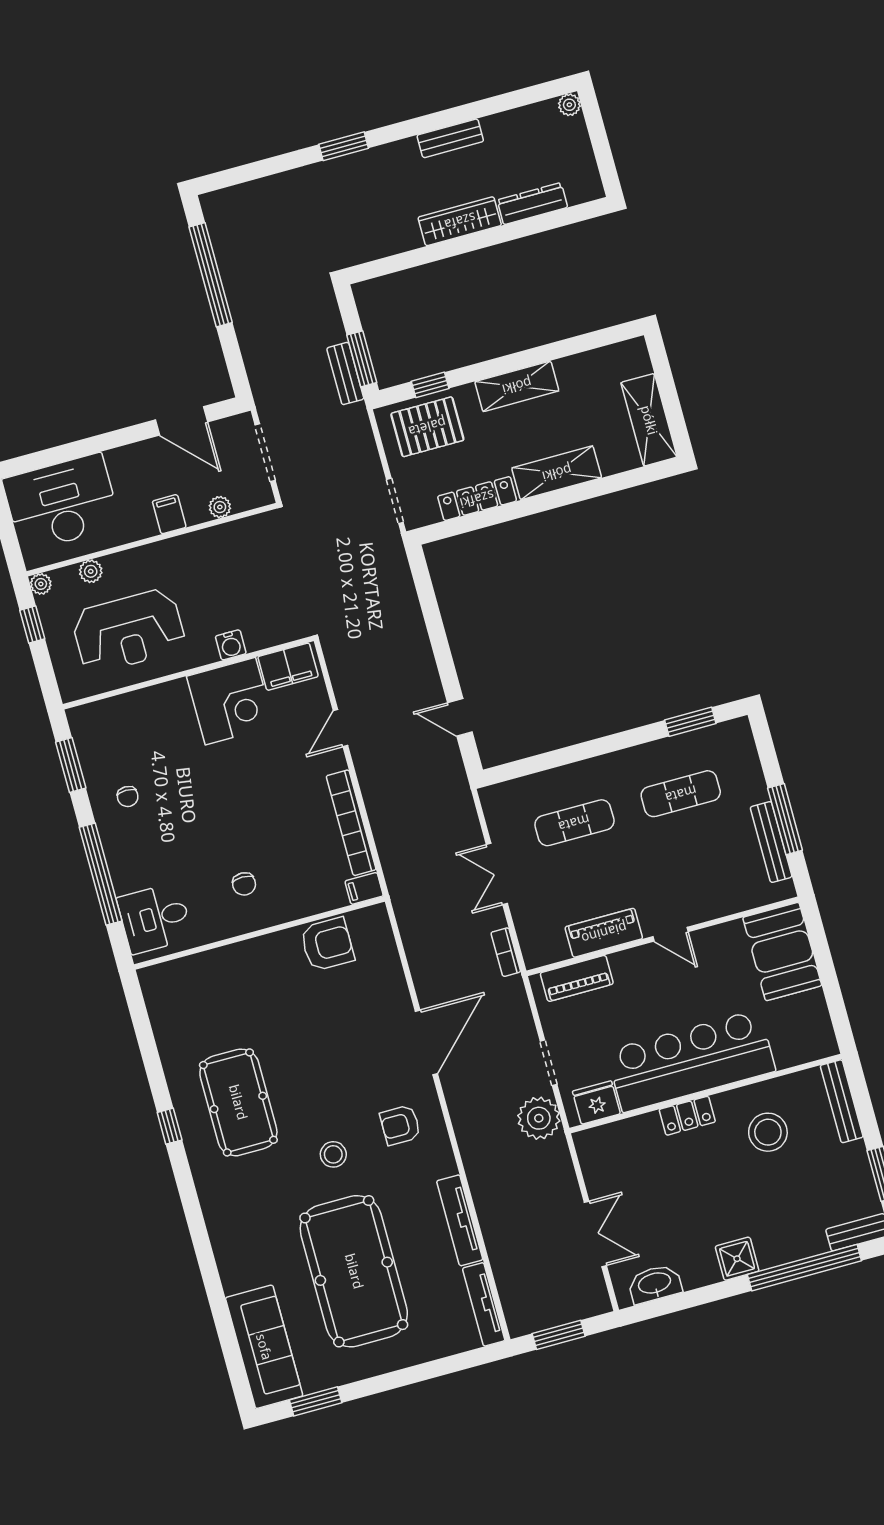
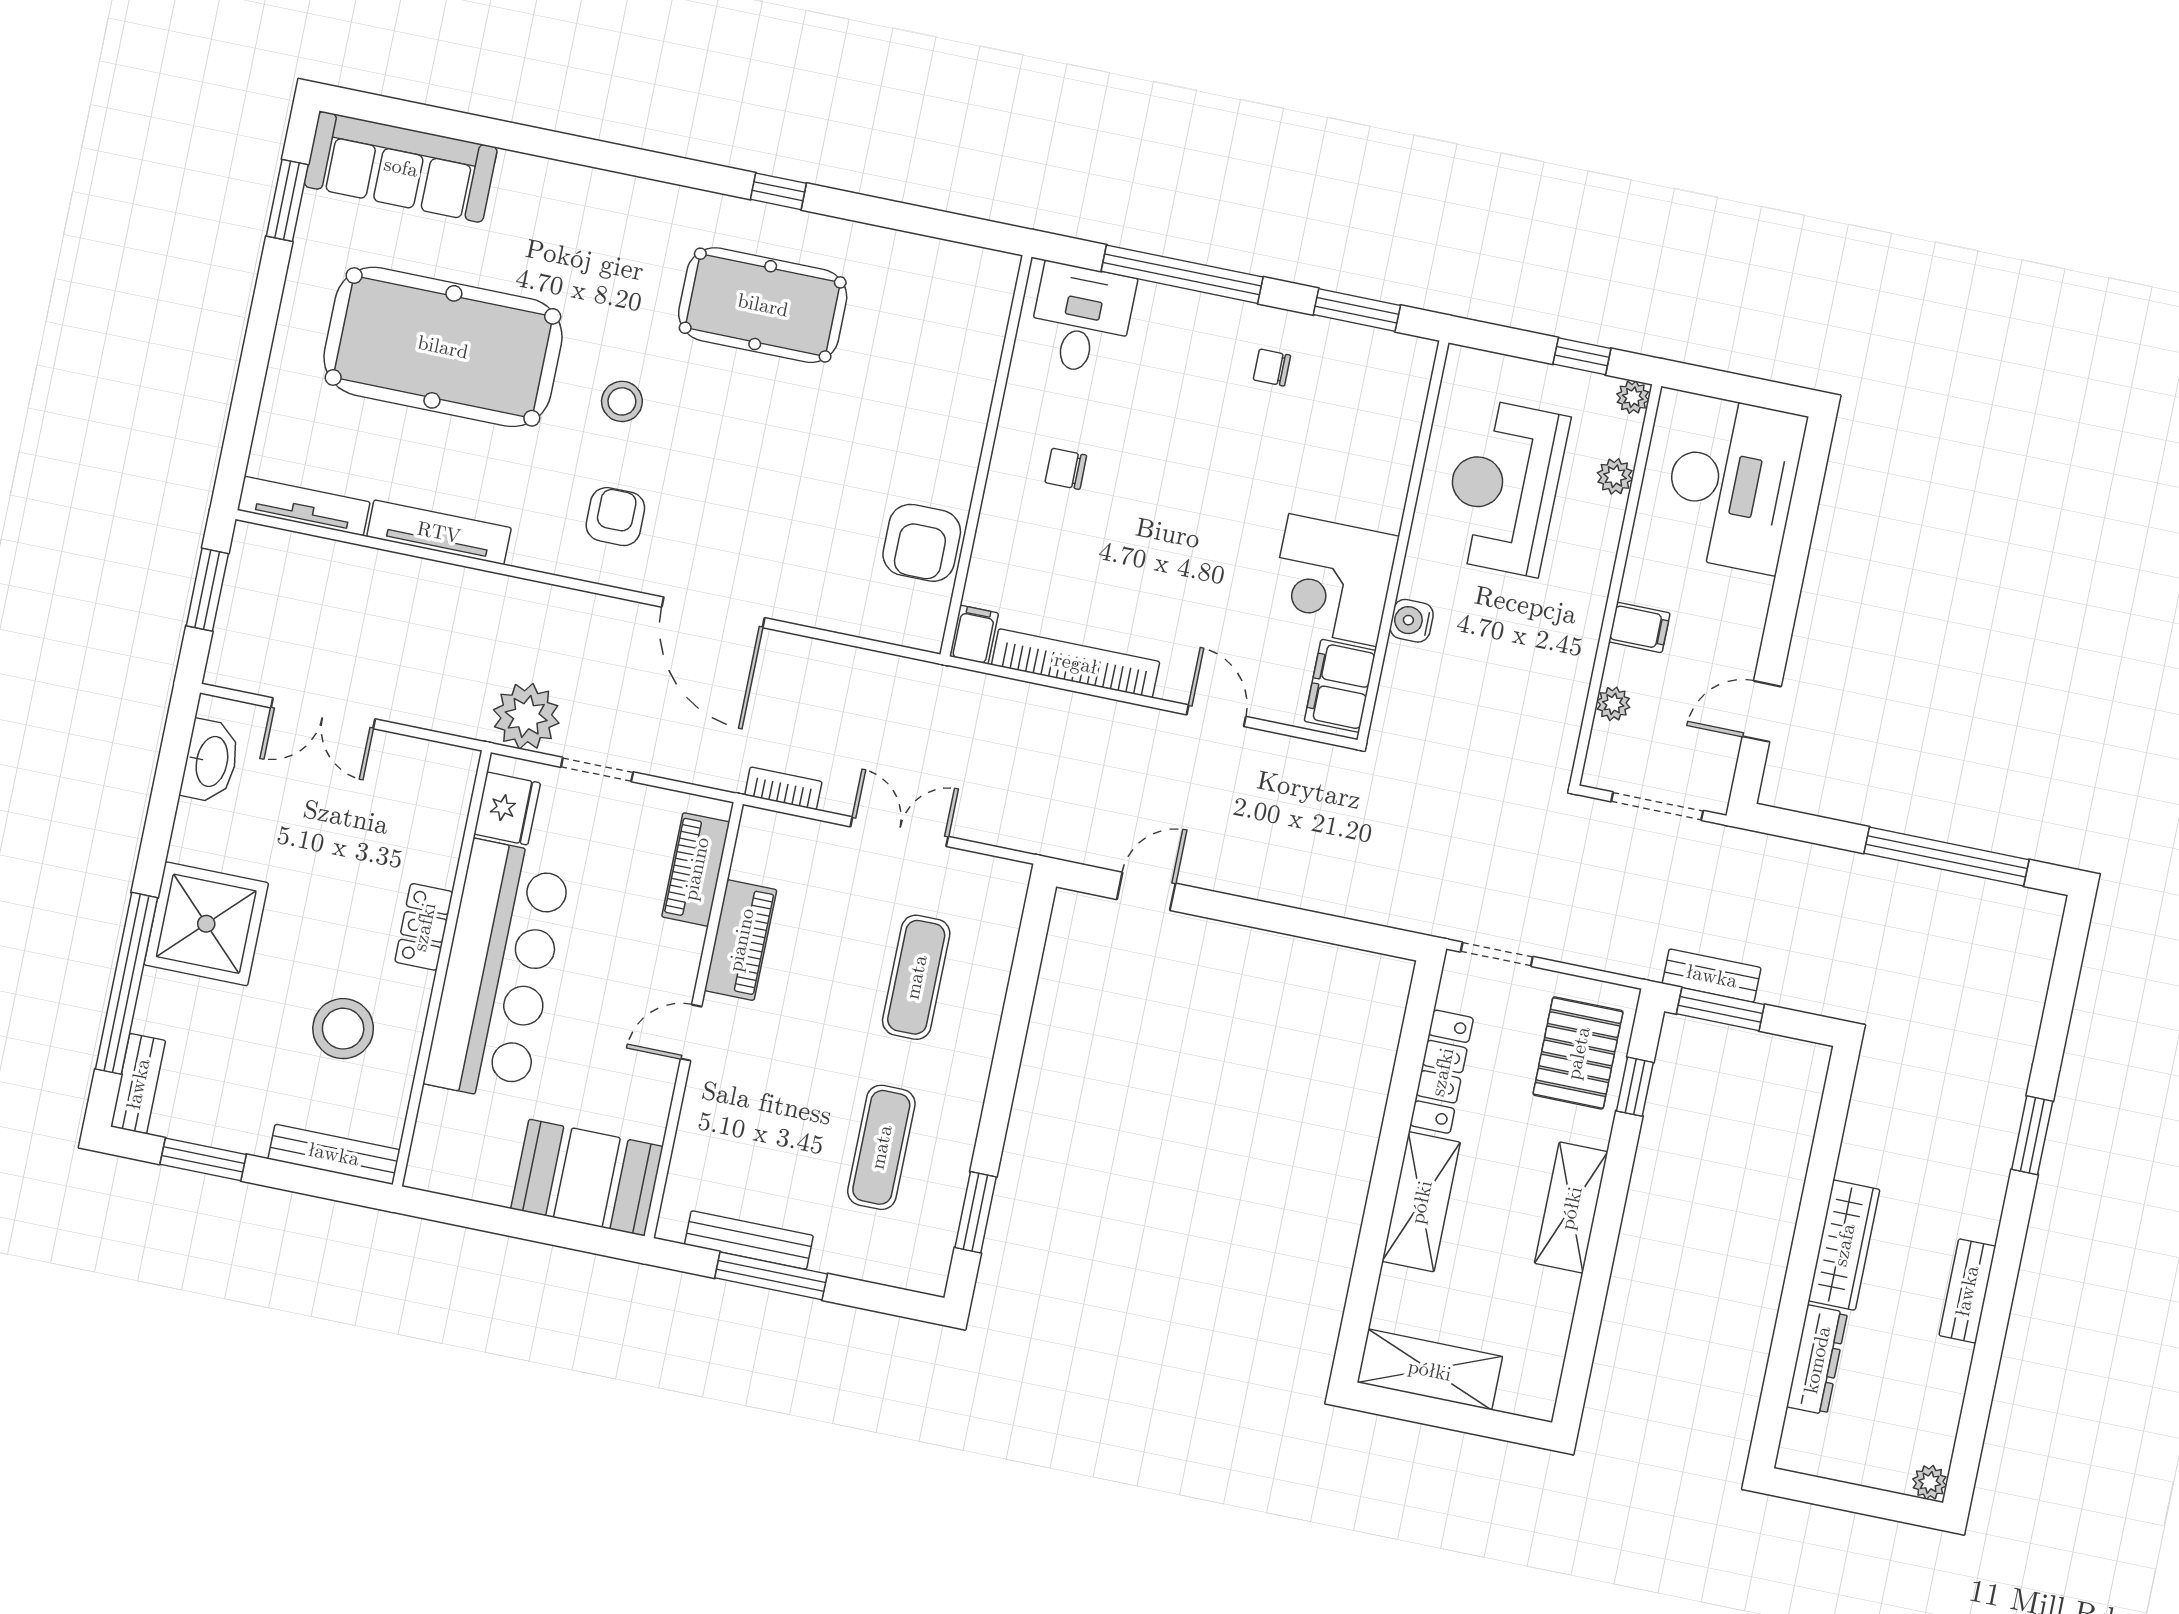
door: (182, 421) -> (1762, 711), width x0.73
shower: (737, 1259) -> (206, 924), width x1.86, depth x1.86

